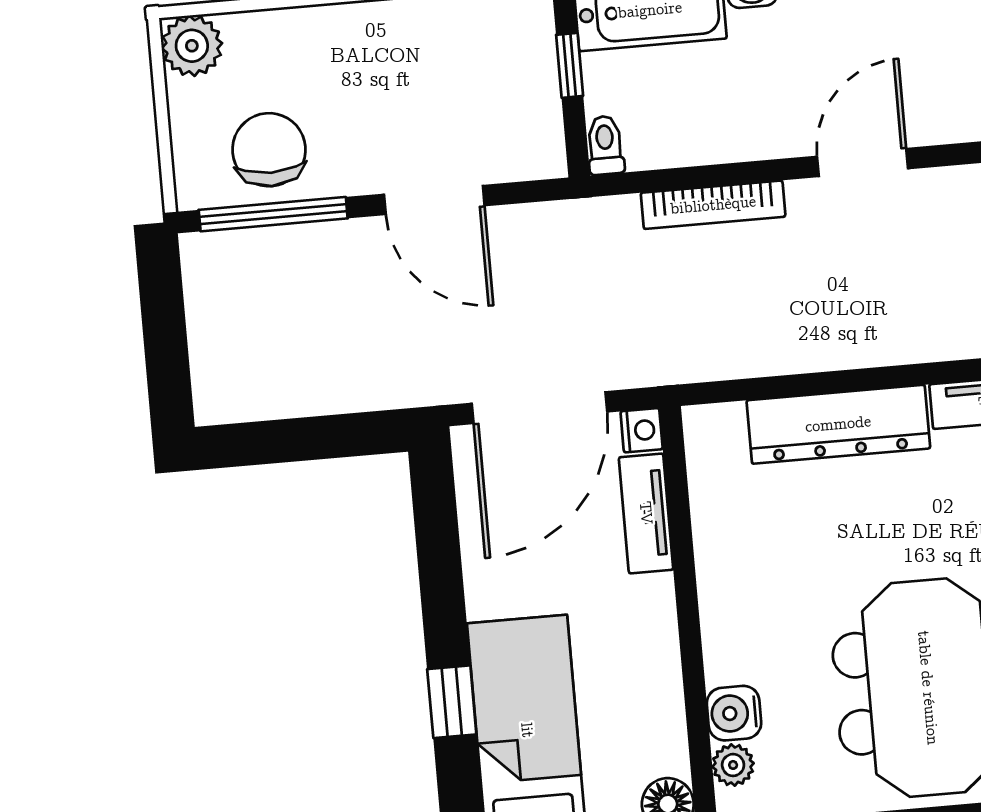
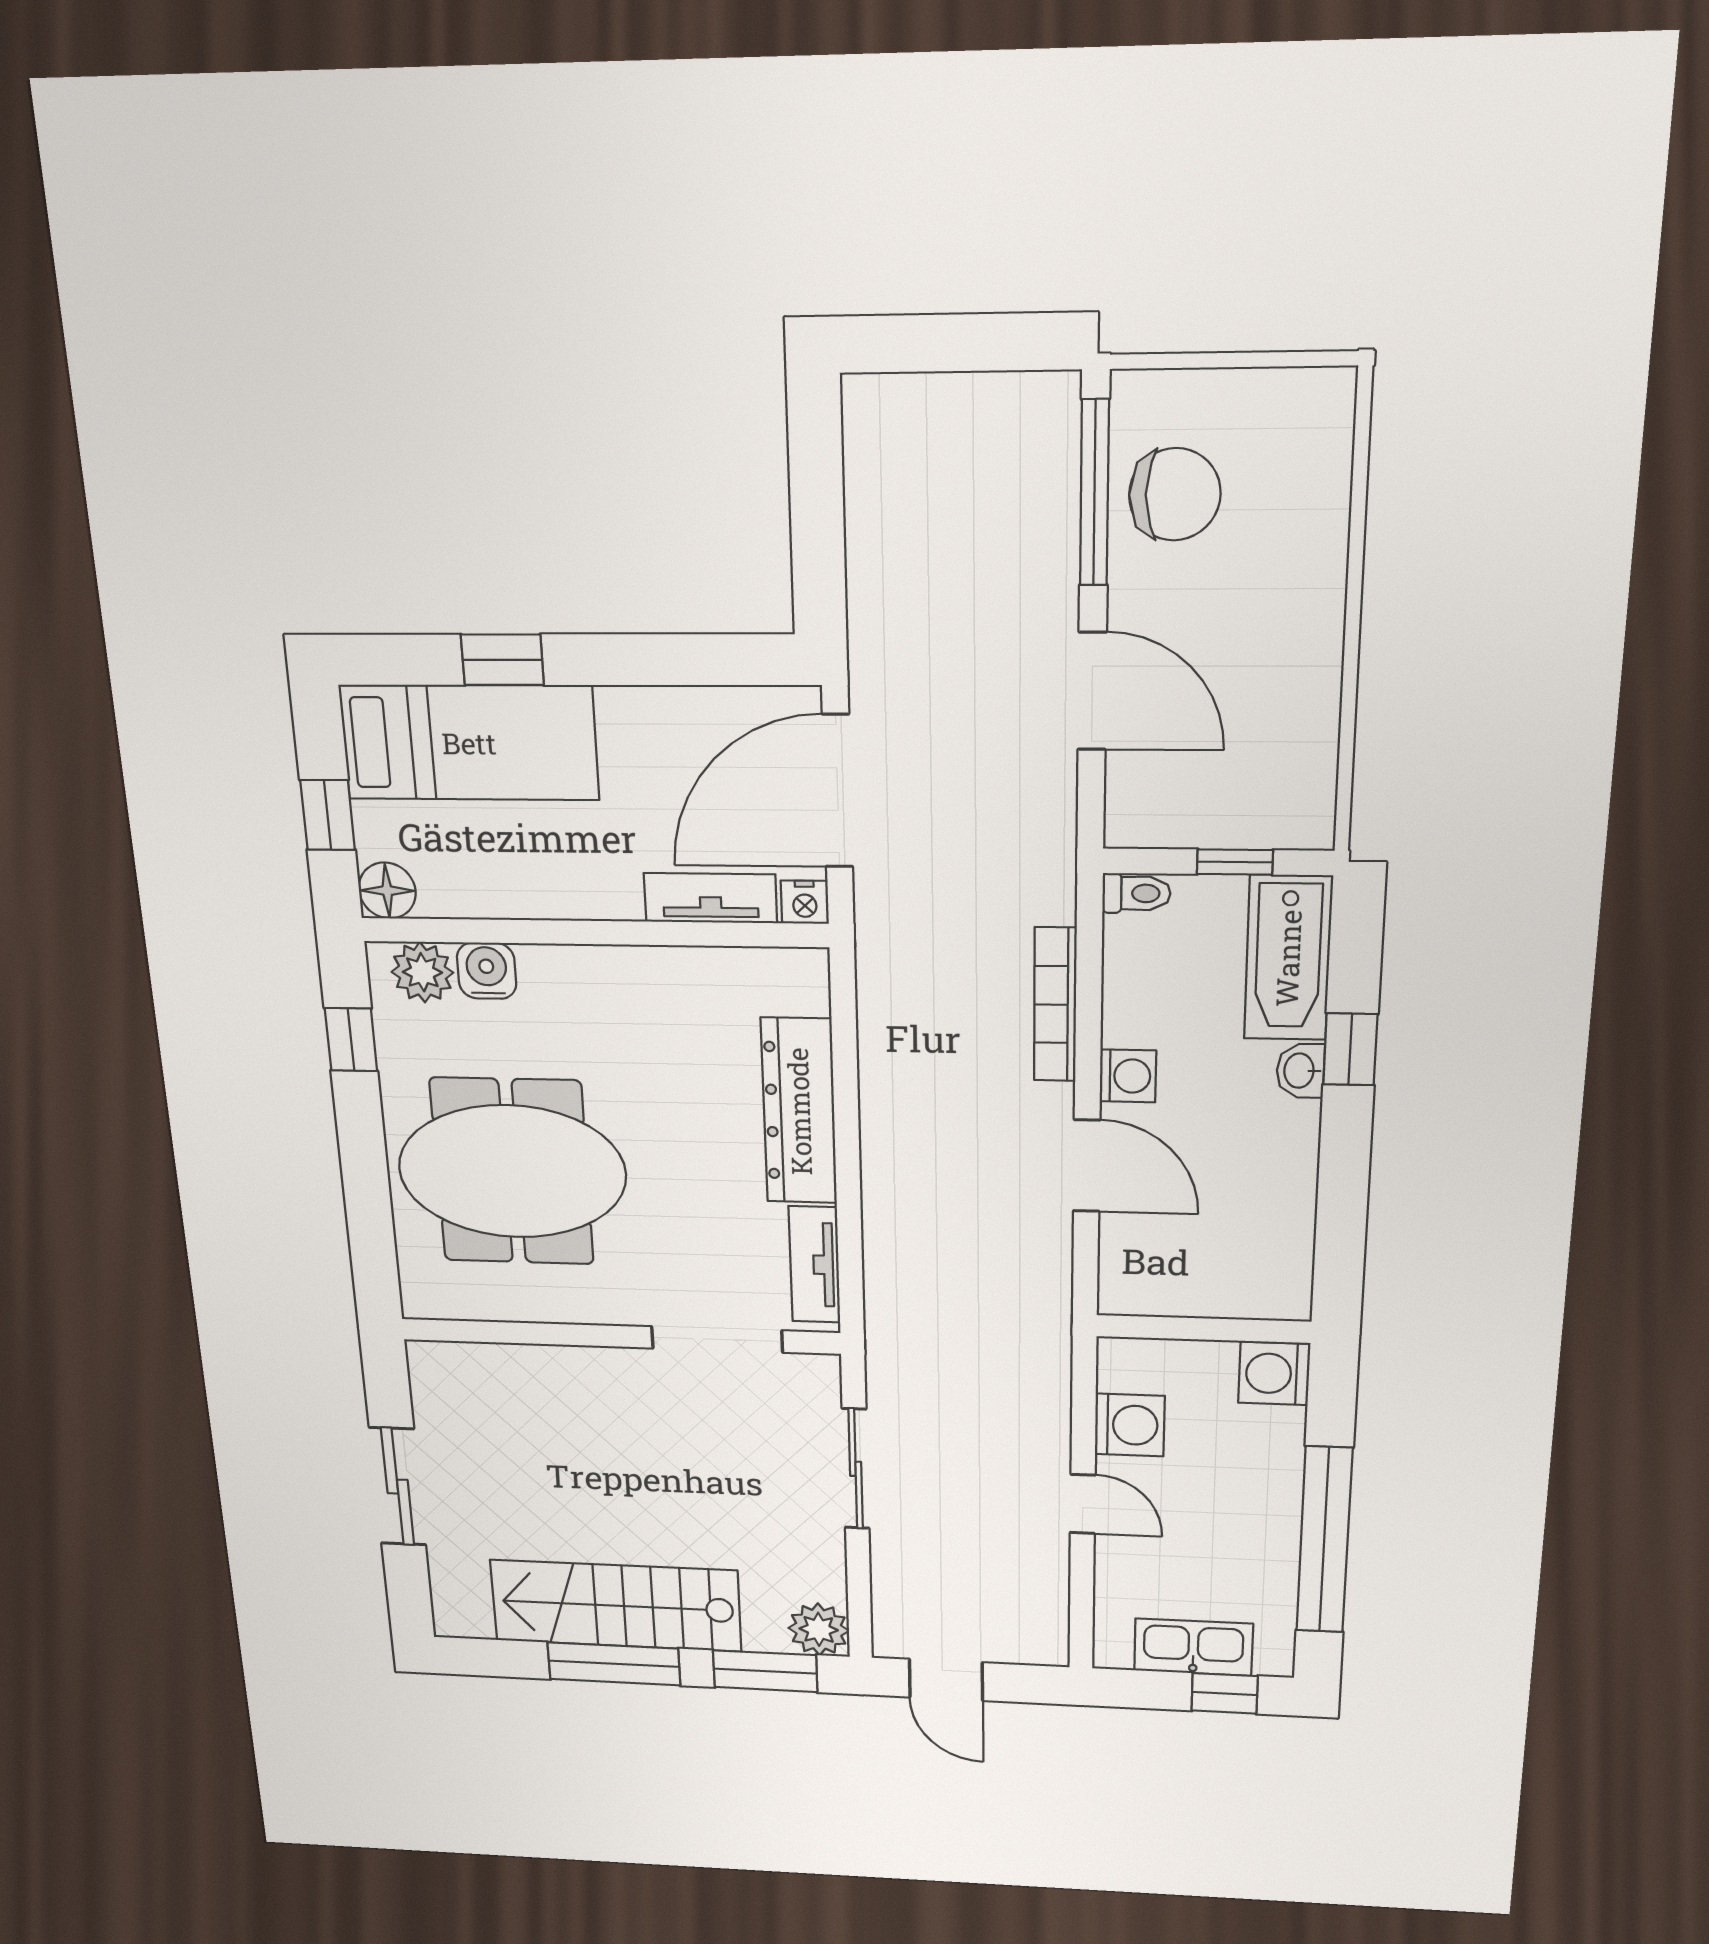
plant: (192, 46) -> (1317, 406), removed
washing machine: (773, 135) -> (1128, 1076), added
door: (434, 200) -> (1092, 691), swing flipped
door: (540, 408) -> (838, 791), hinge flipped
plant: (733, 765) -> (422, 972), width x1.38, depth x1.38

